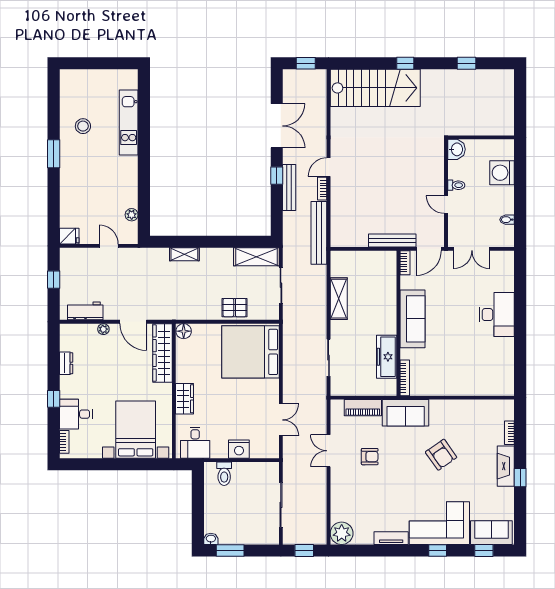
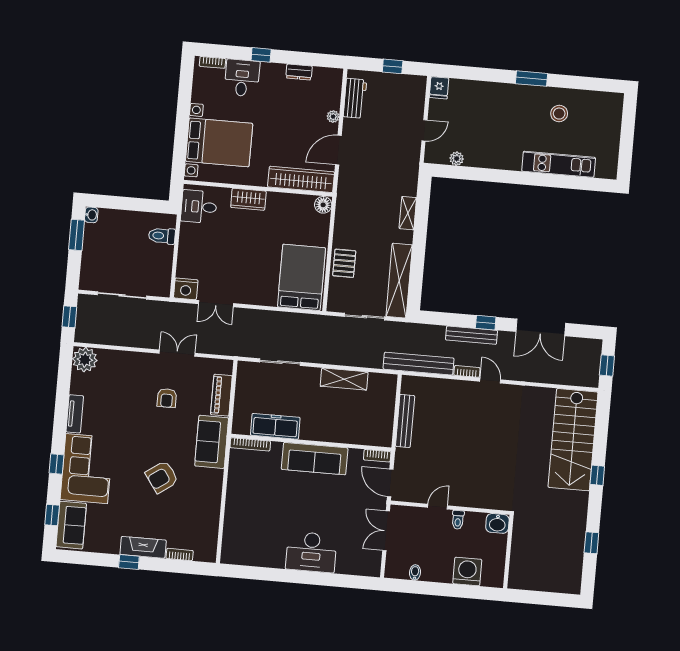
bench: (392, 240) -> (405, 421), moved
shelving: (256, 257) -> (399, 281), width x1.47
bed: (251, 352) -> (301, 277), width x0.73
nightstand: (239, 449) -> (186, 289), moved, turned -90

